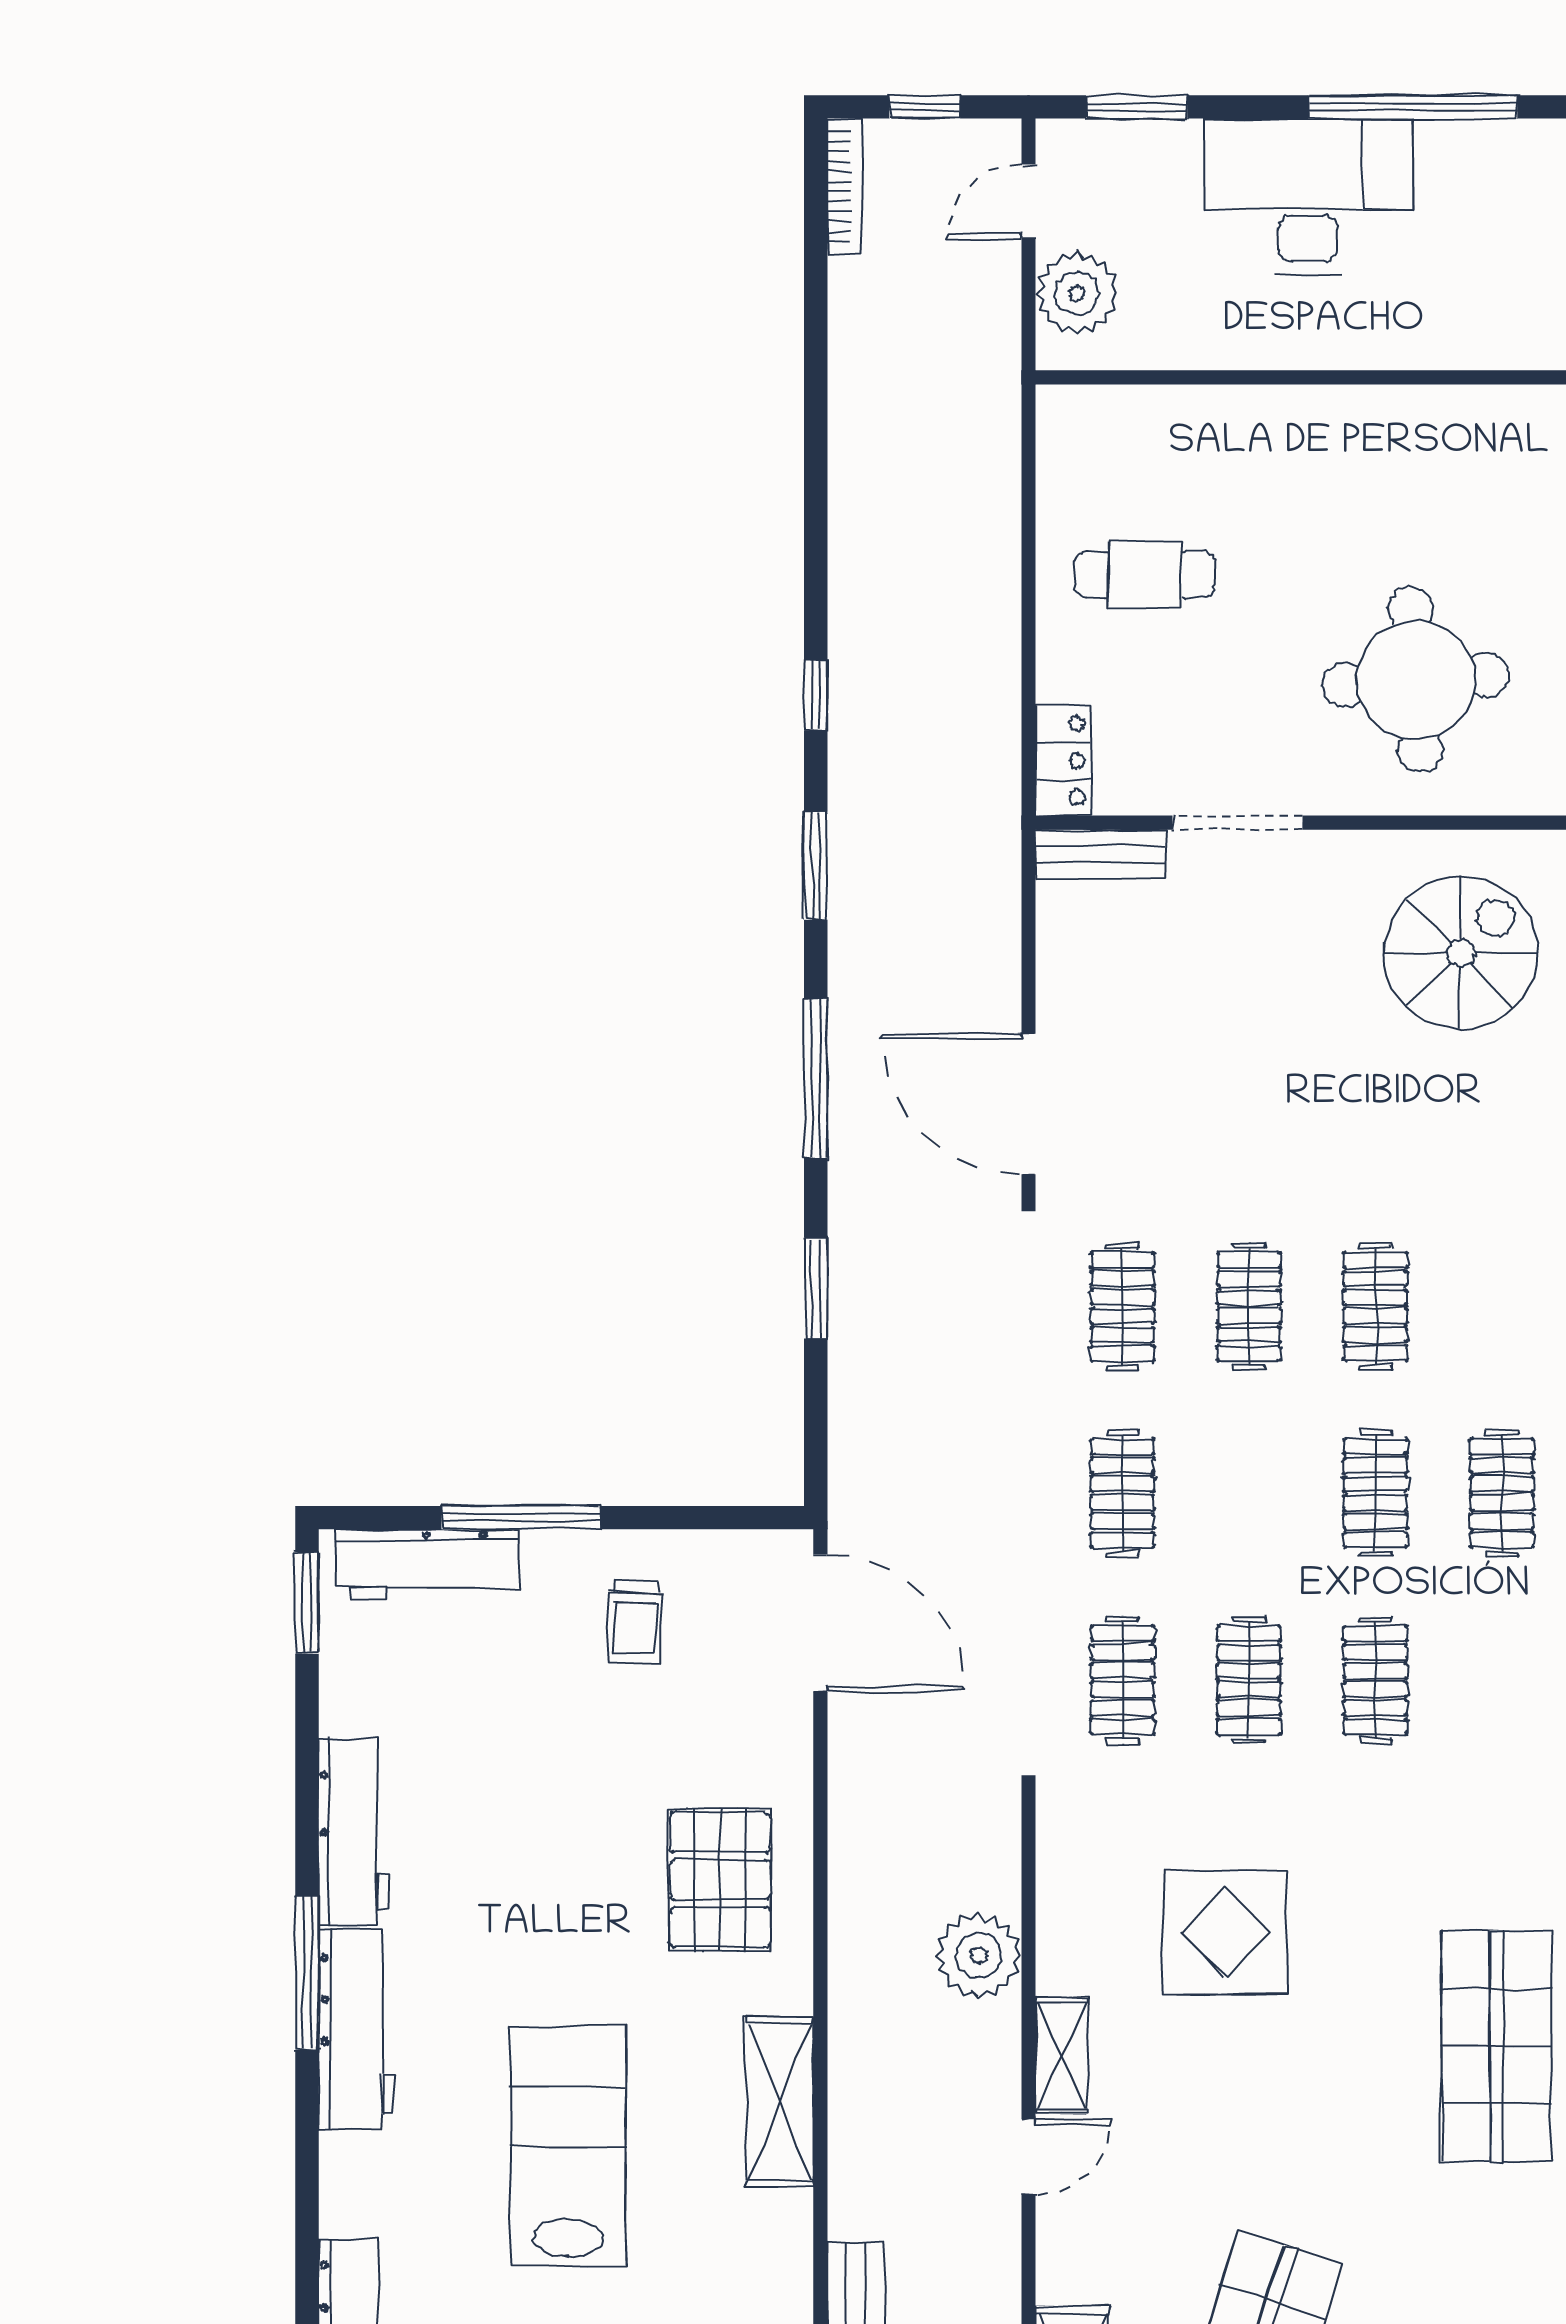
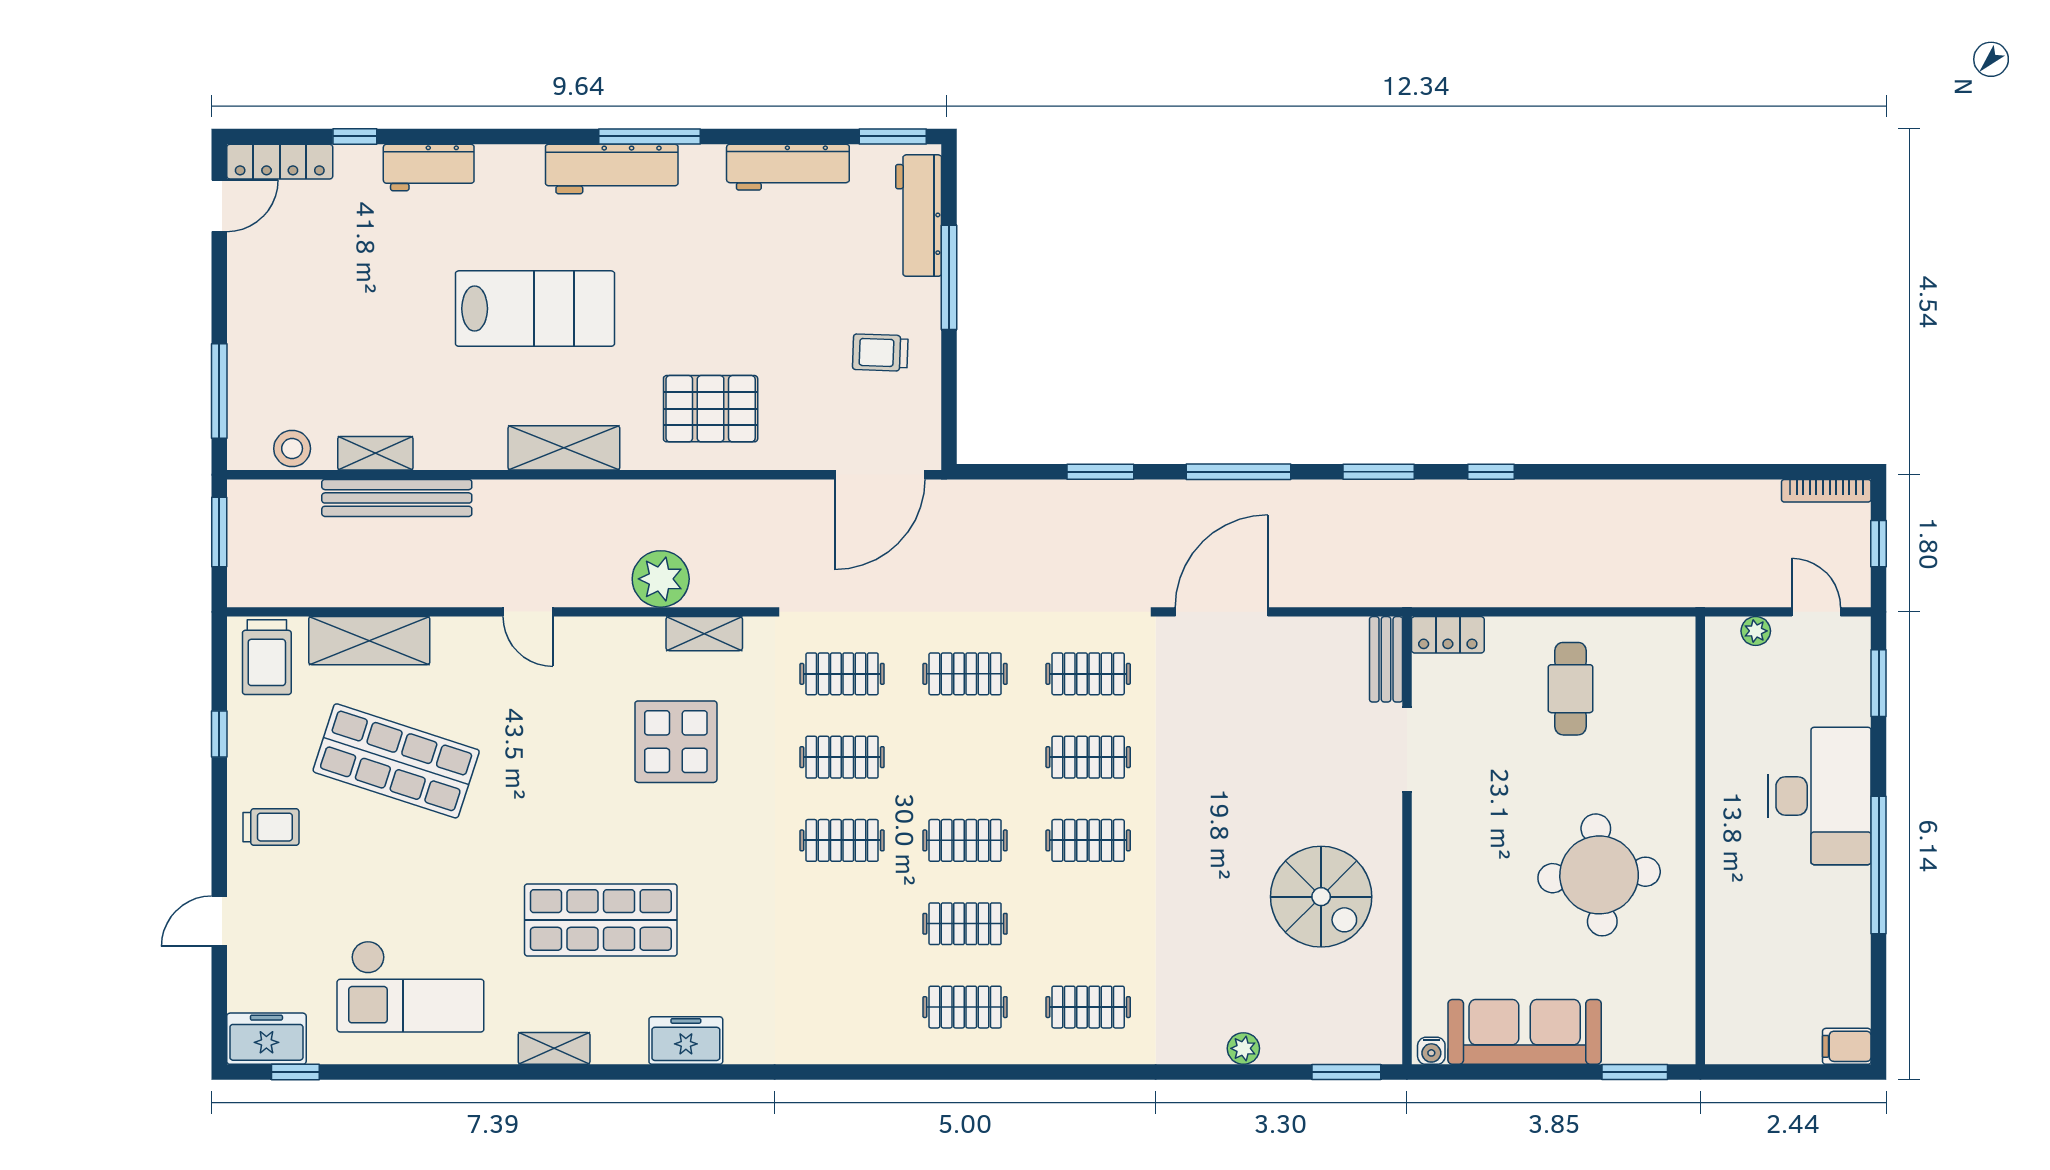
plant: (1077, 293) -> (1756, 631), width x0.53, depth x0.53
round table: (1416, 680) -> (1599, 875), moved
workbench: (353, 1832) -> (788, 167), moved
shelving: (1061, 2056) -> (704, 634), moved

